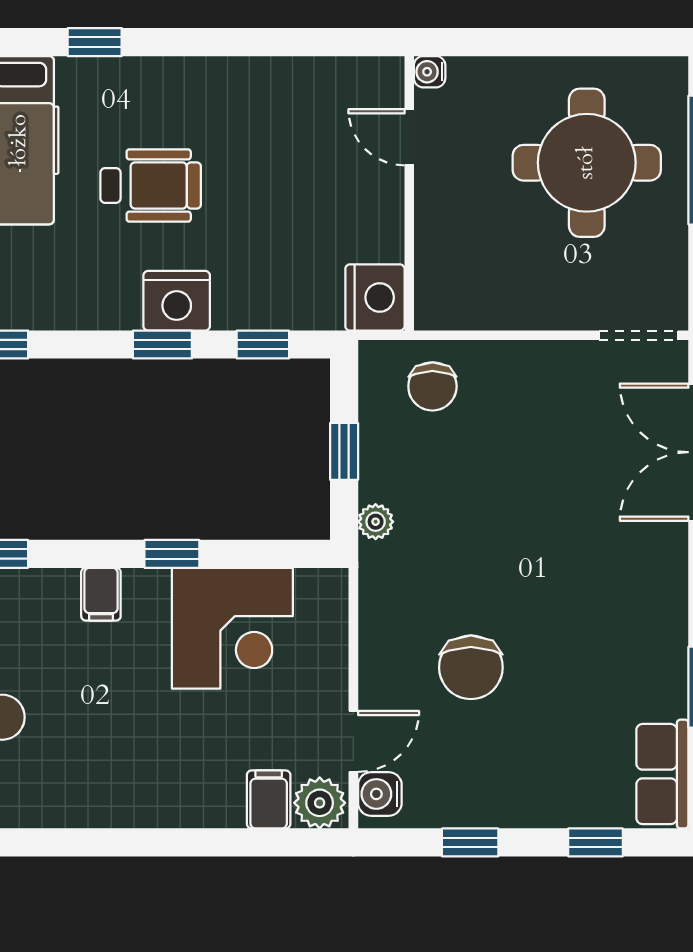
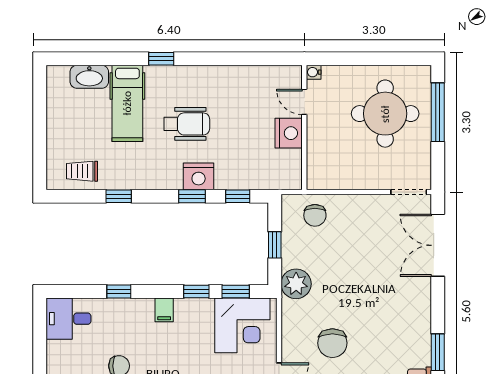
nightstand: (375, 297) -> (289, 133), moved
plant: (376, 522) -> (296, 284), width x1.87, depth x1.87
window: (258, 554) -> (236, 292), added
corner desk: (232, 628) -> (242, 325), moved

